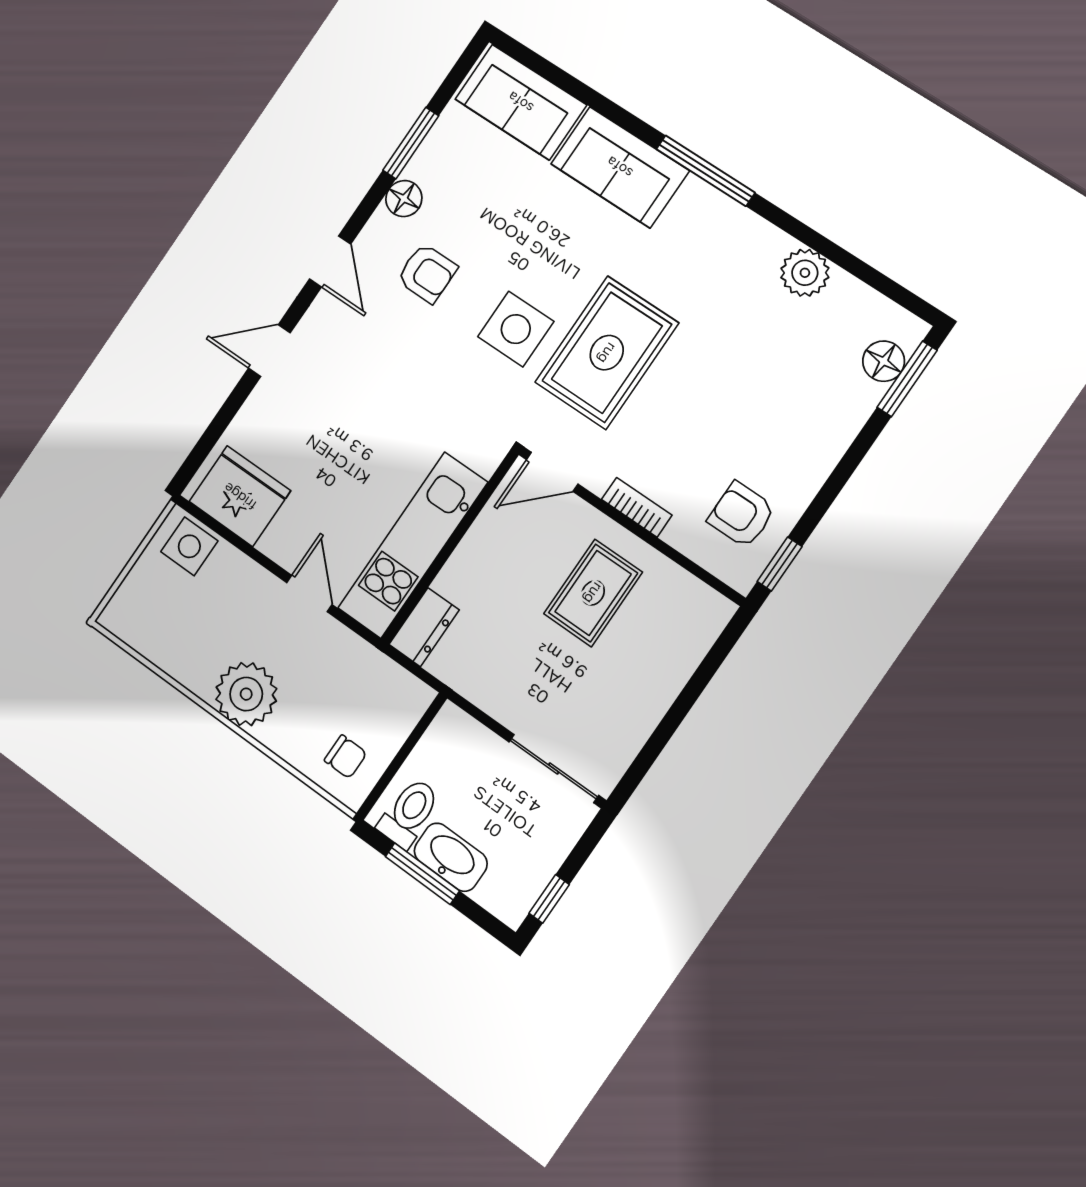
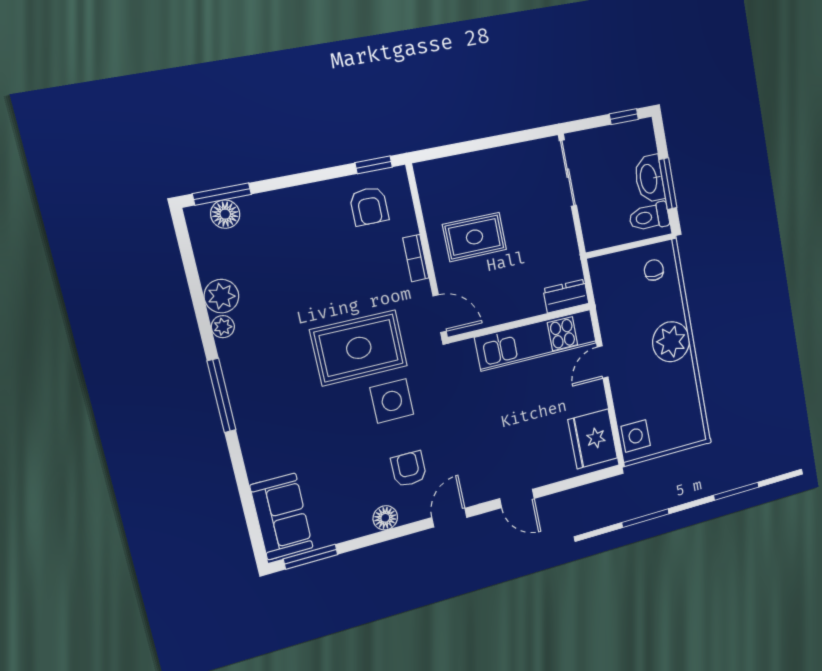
window: (411, 143) -> (311, 557), moved
sofa: (620, 167) -> (263, 437), removed
plant: (773, 243) -> (223, 327), added

